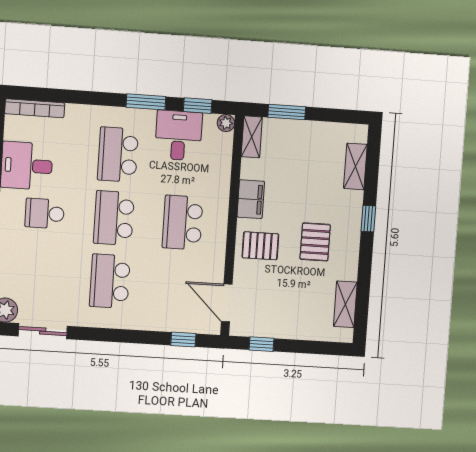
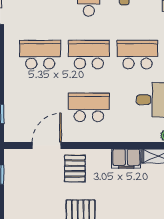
filing cabinet: (251, 199) -> (126, 159), moved
door: (227, 303) -> (47, 145), moved

